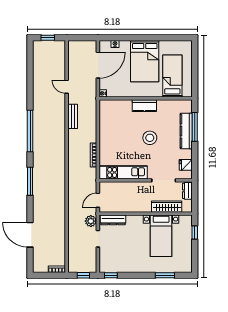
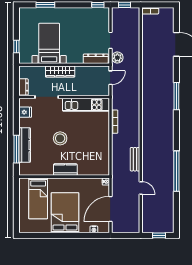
window: (30, 131) -> (176, 171), moved
wardrobe: (167, 207) -> (60, 72), moved

